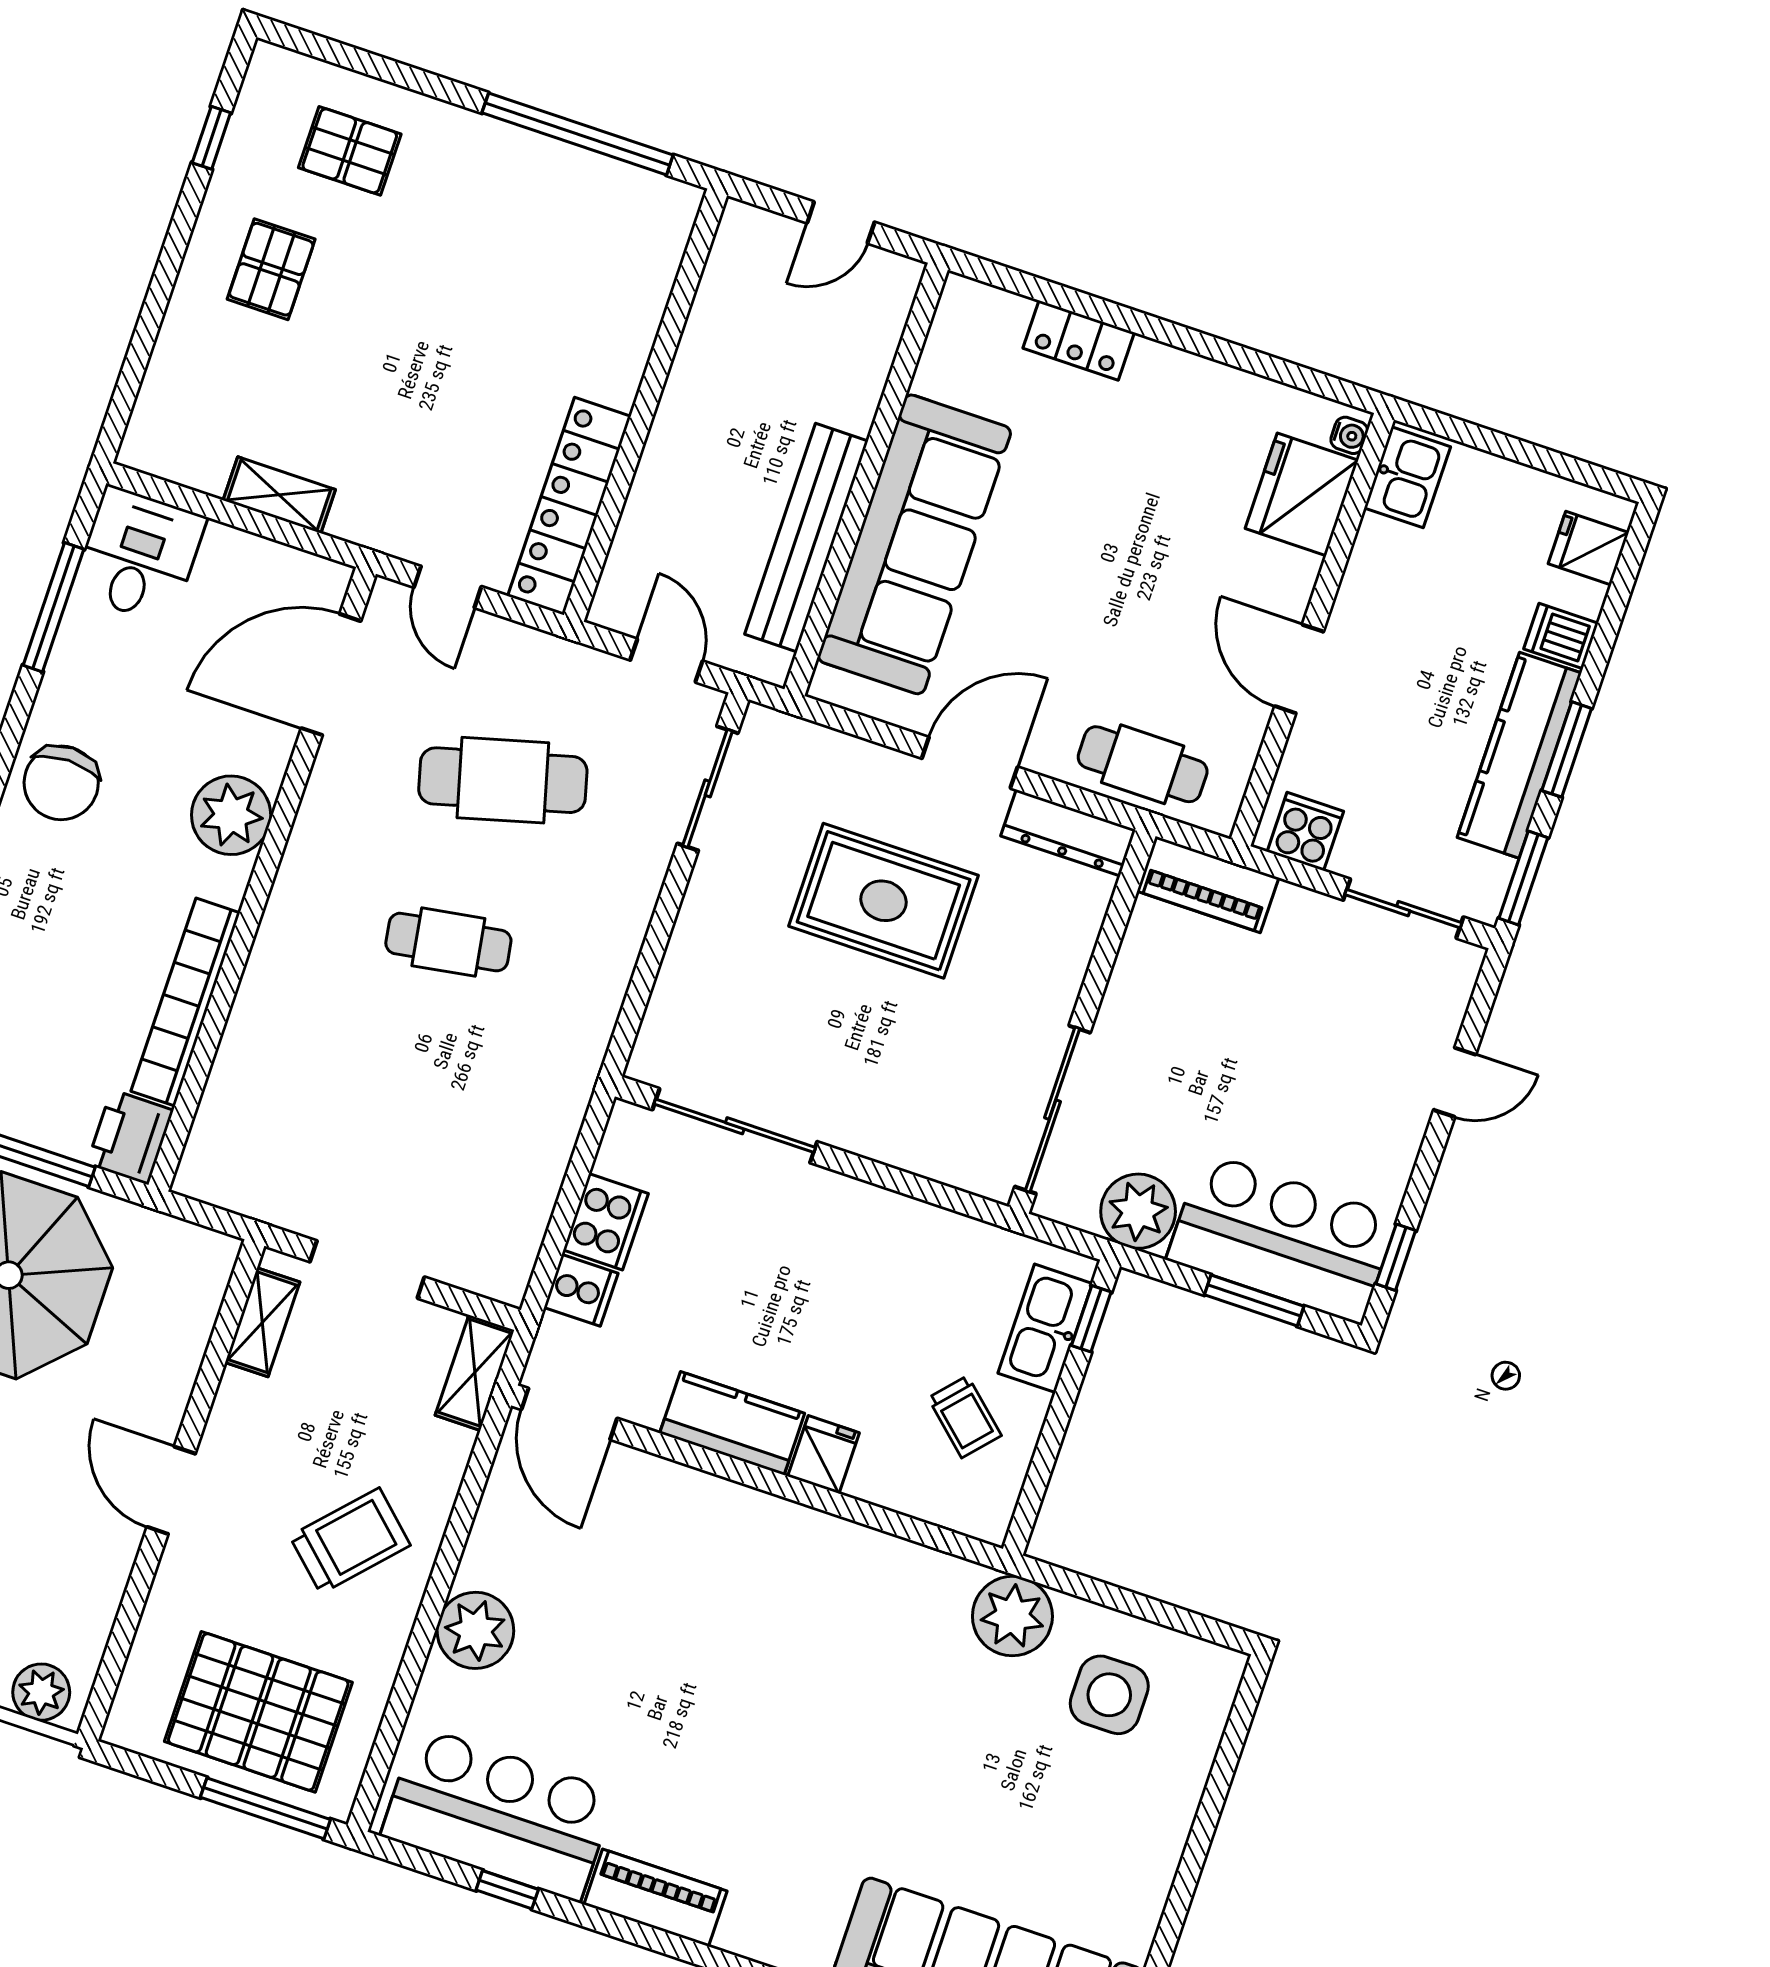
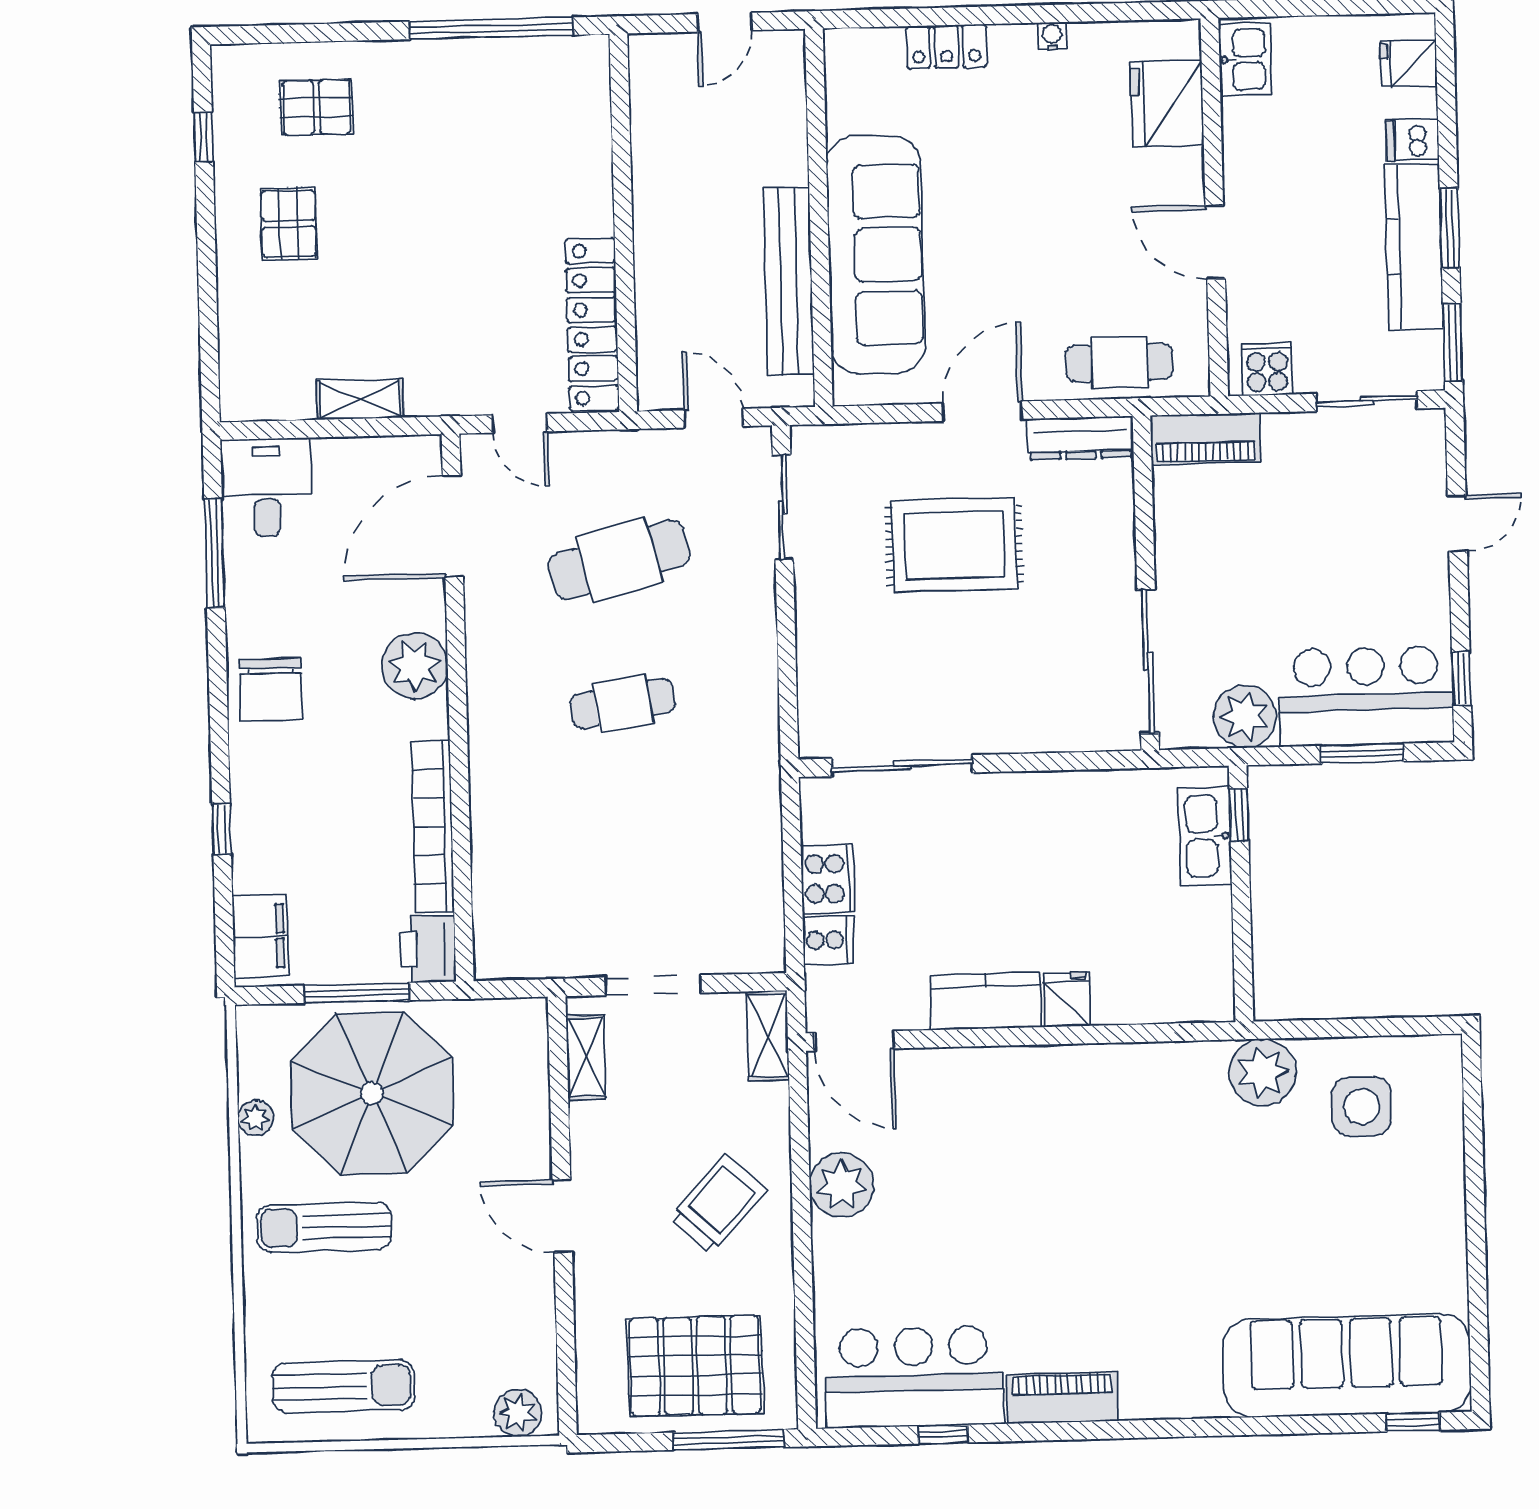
water cooler: (1349, 435) -> (1052, 36), moved, turned -90
trolley: (965, 1417) -> (1167, 929), removed
plant: (475, 1630) -> (842, 1185), moved

